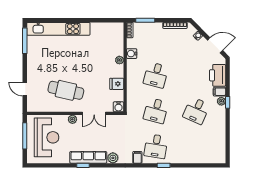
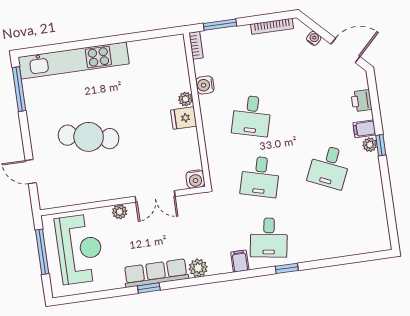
printer: (218, 75) -> (361, 101), width x0.53, depth x0.68
fridge: (117, 84) -> (184, 118), moved
cafe table: (66, 90) -> (89, 137), moved

